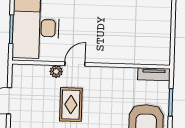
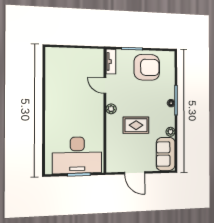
door: (75, 64) -> (105, 86), moved
plant: (56, 71) -> (111, 109), moved

